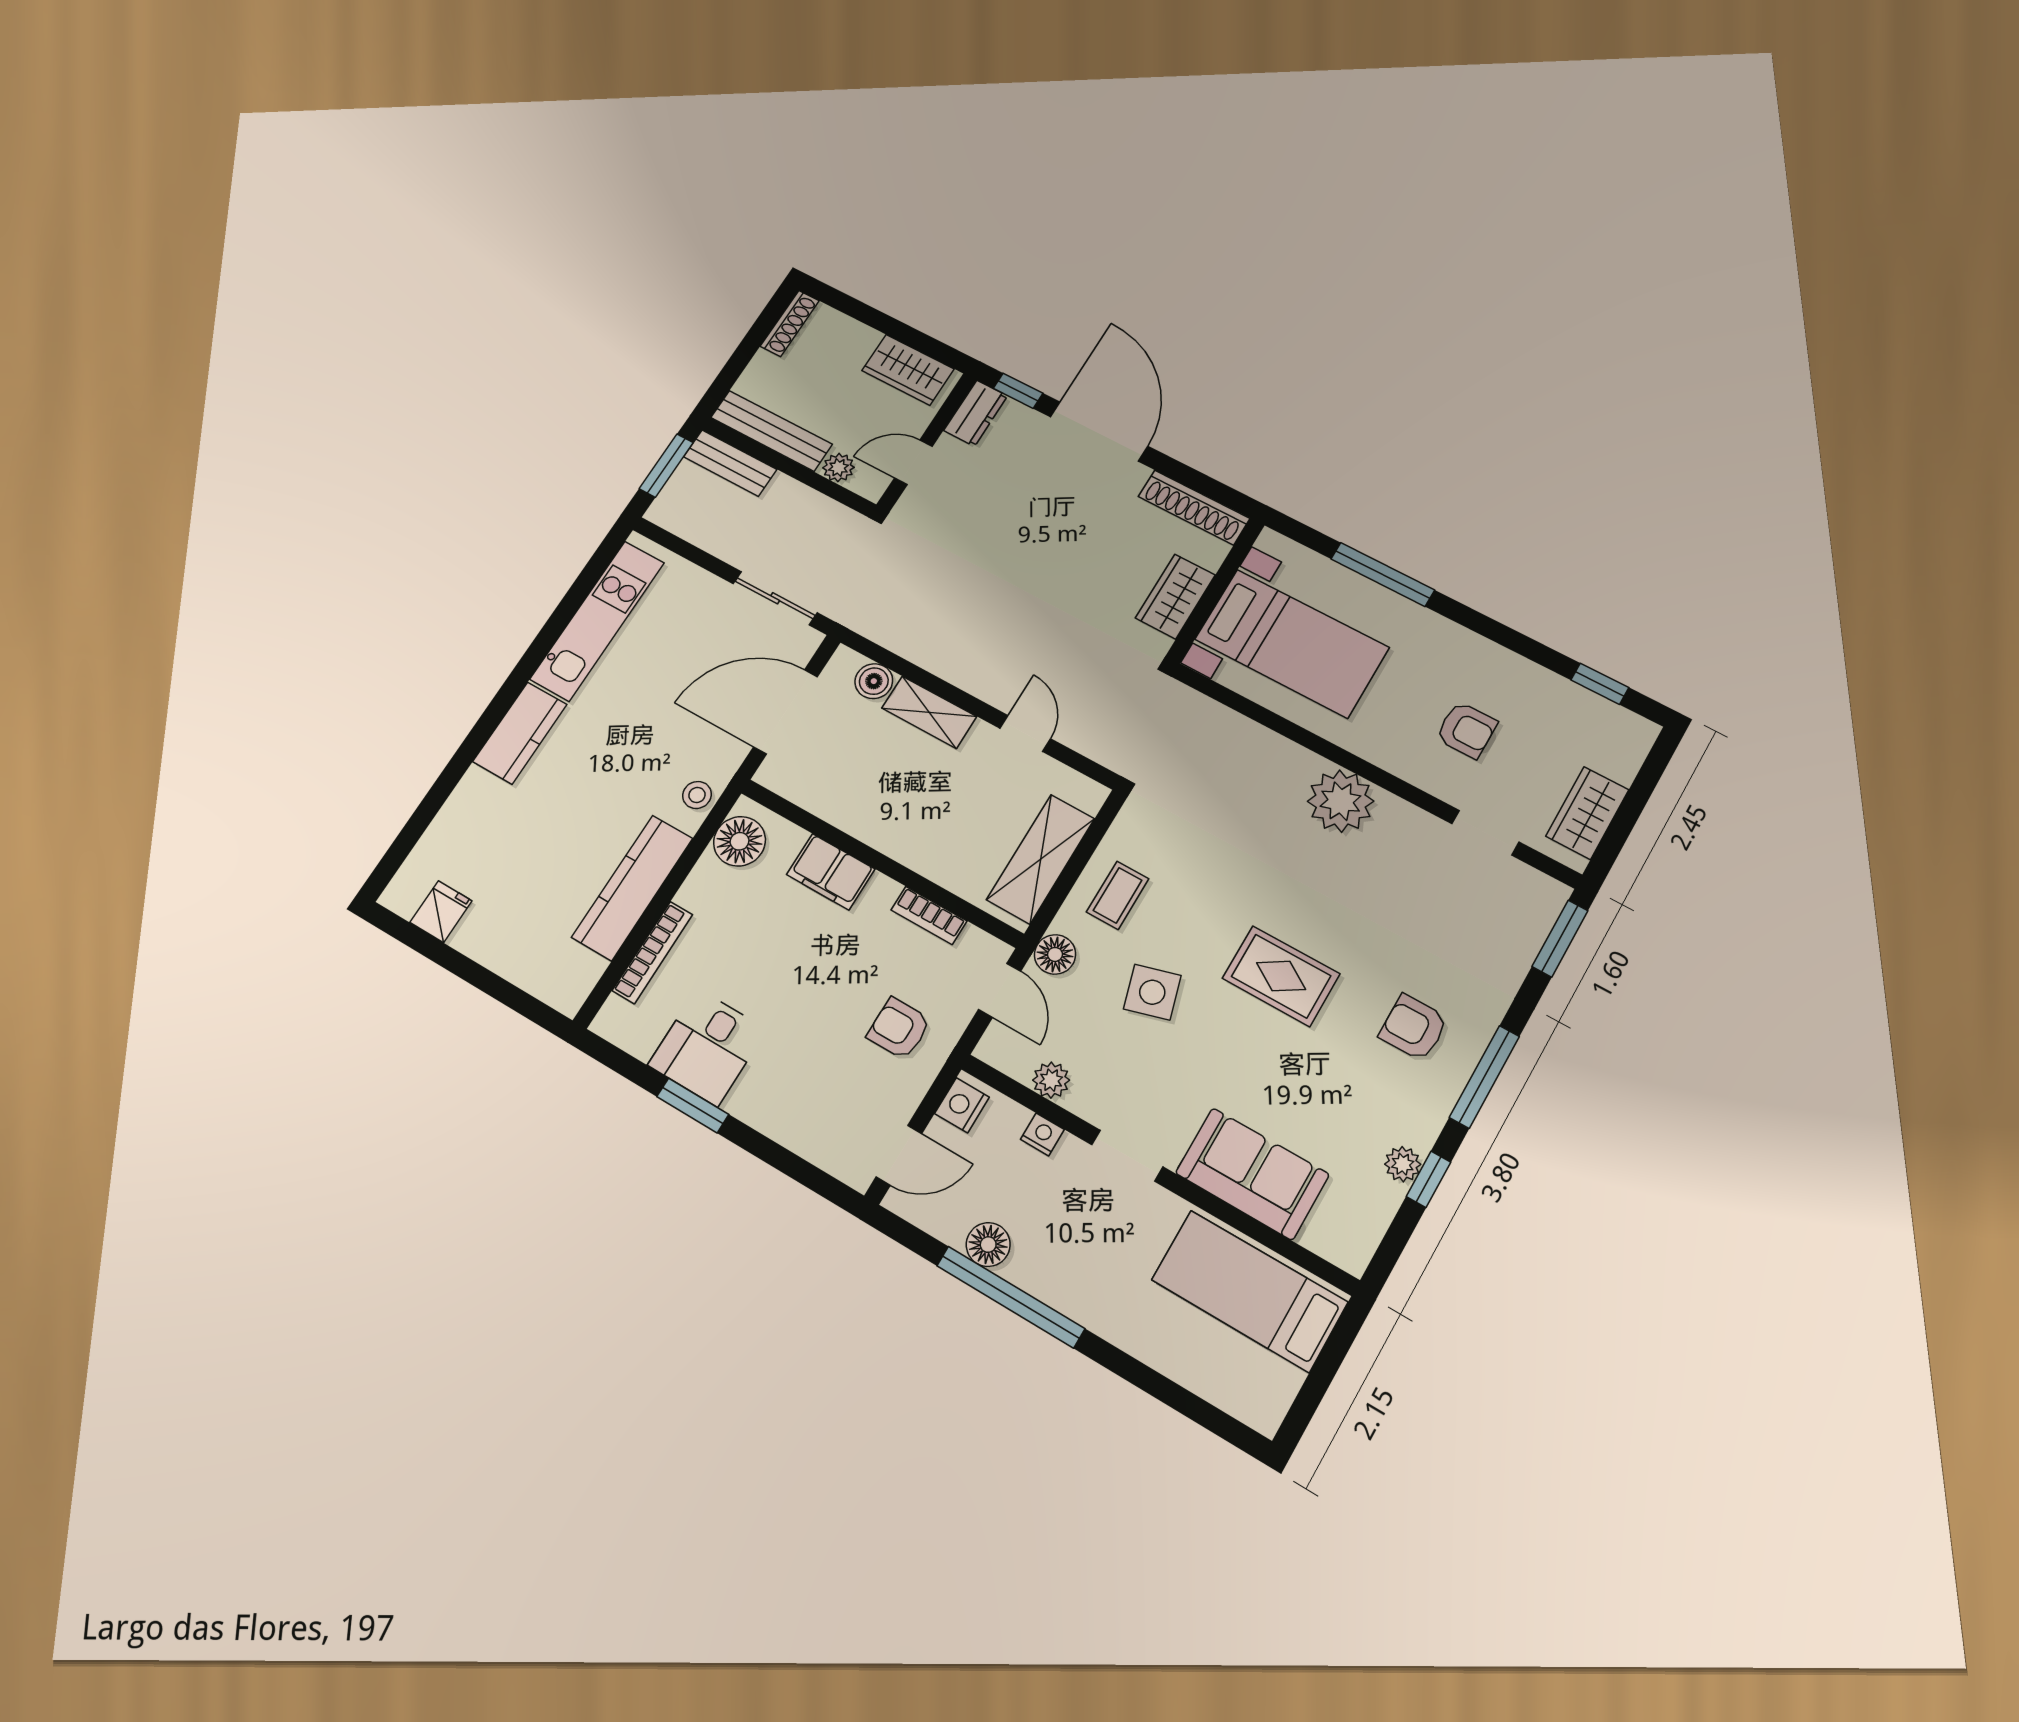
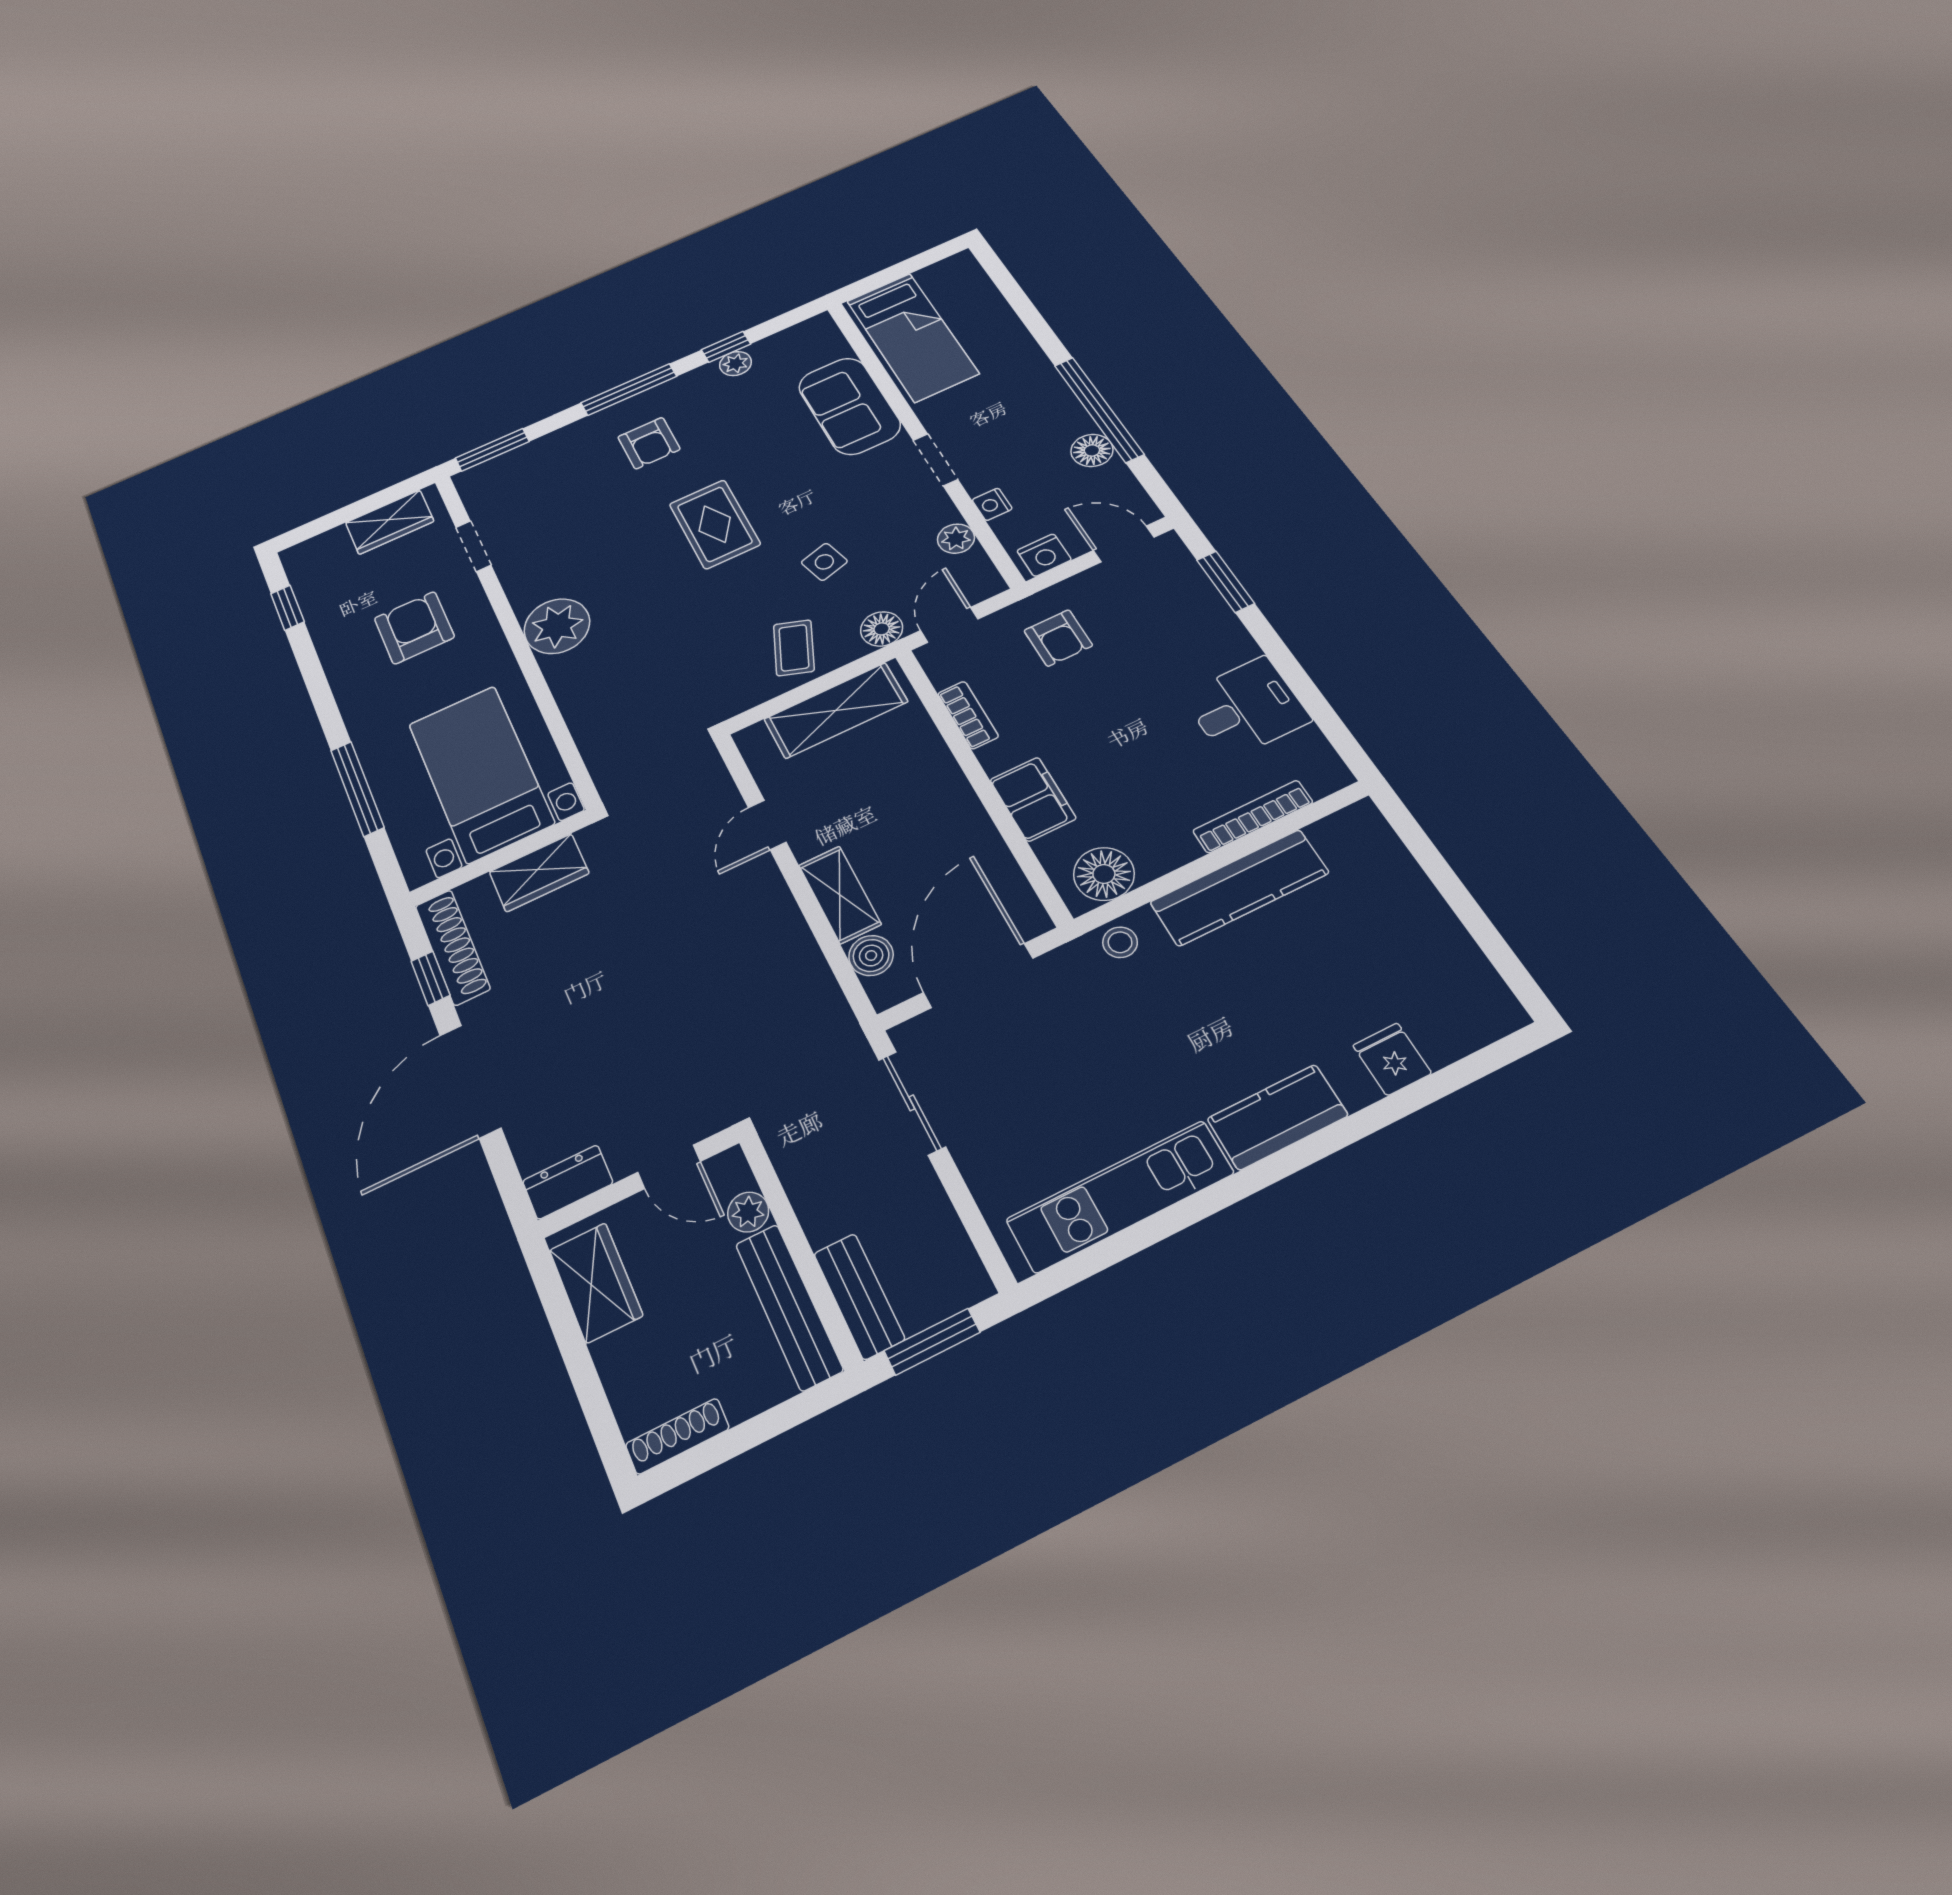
window: (1018, 391) -> (430, 978), moved
door: (786, 712) -> (978, 975), swing flipped
armchair: (1466, 730) -> (414, 628), width x1.38, depth x1.38
coffee table: (1118, 895) -> (794, 648), turned -69
fridge: (441, 912) -> (1392, 1059), moved, turned 90
side table: (1152, 992) -> (824, 562), width x0.73, depth x0.73
window: (693, 1105) -> (1226, 582), moved

